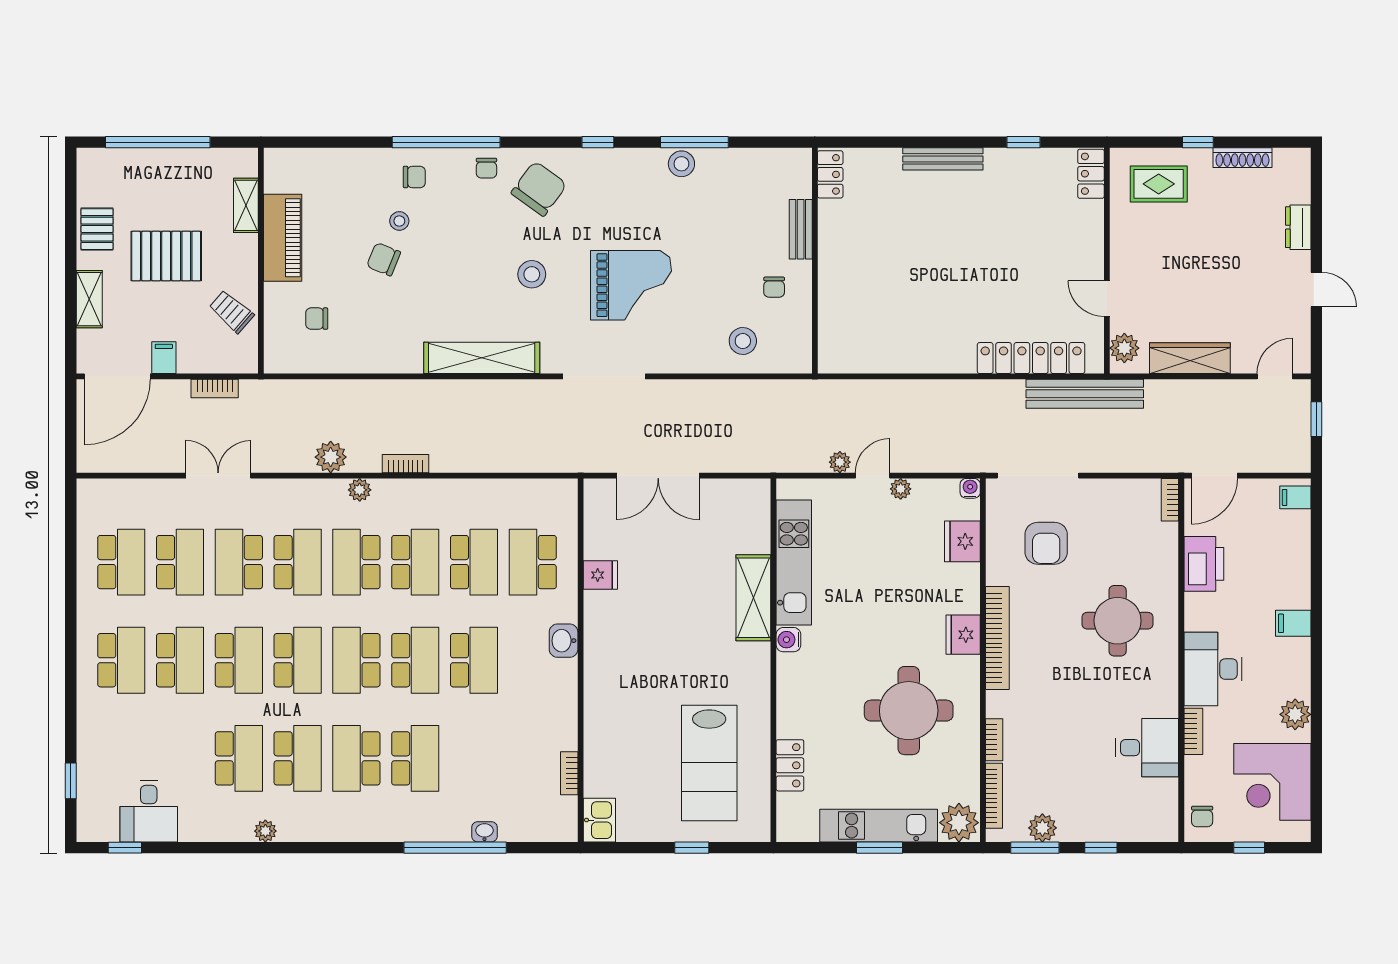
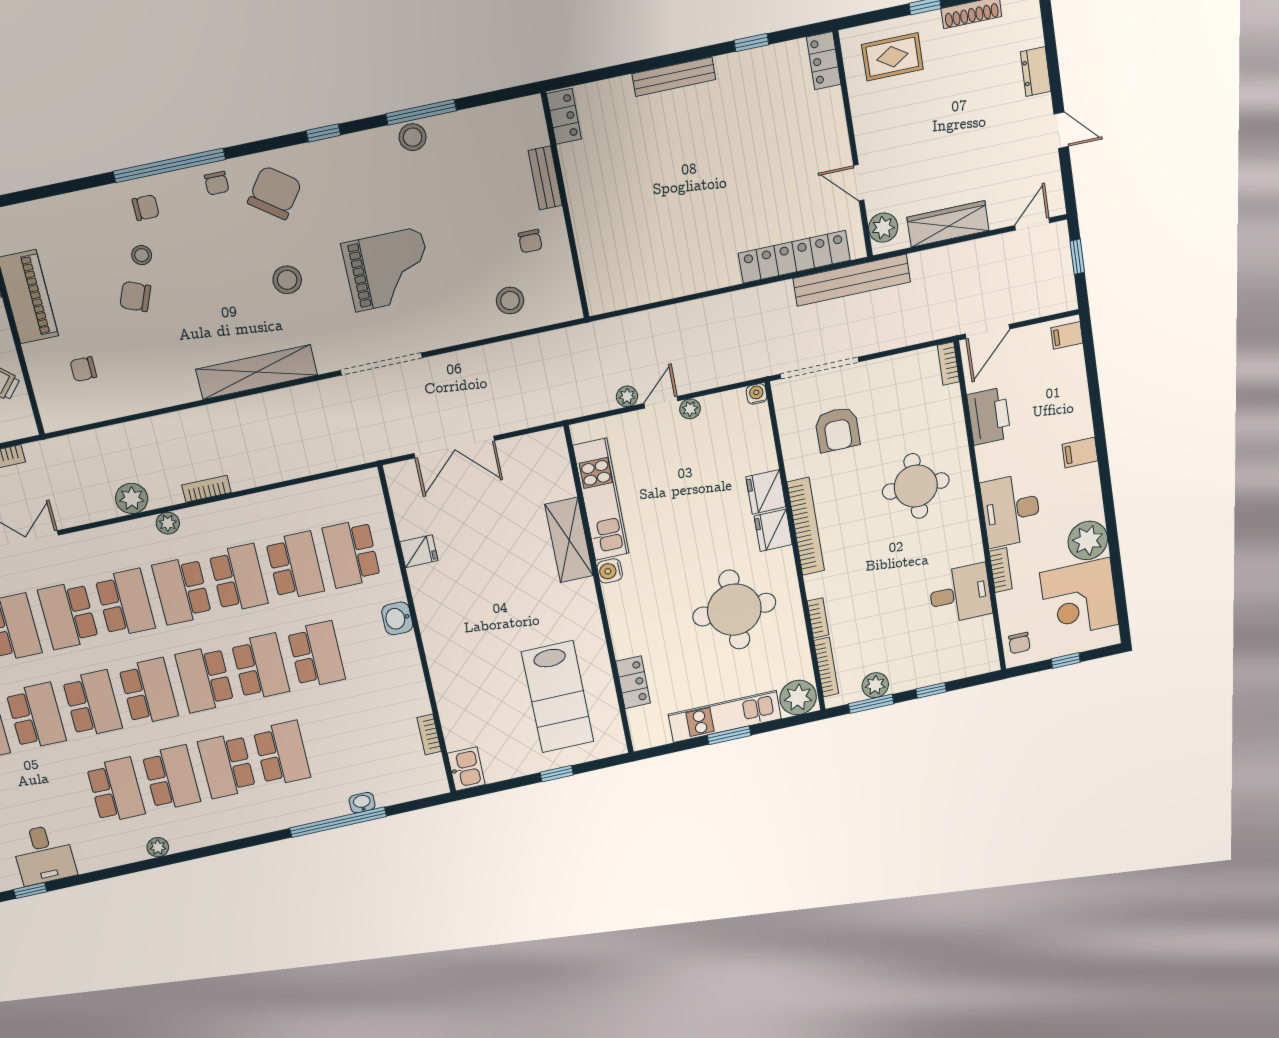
fridge: (962, 541) -> (766, 492), moved
plant: (1295, 714) -> (1088, 540), width x1.36, depth x1.36

